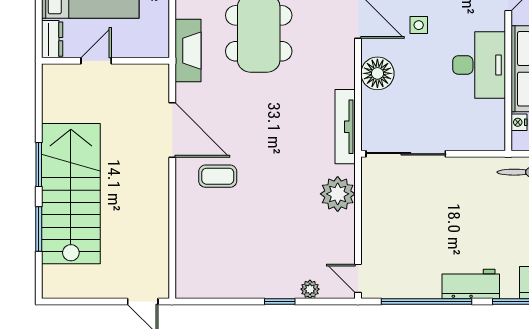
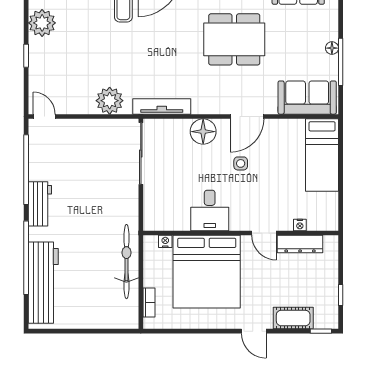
desk: (479, 65) -> (210, 210), width x0.73
door: (358, 278) -> (44, 116), hinge flipped
plant: (310, 289) -> (42, 23), moved, width x1.88, depth x1.88

